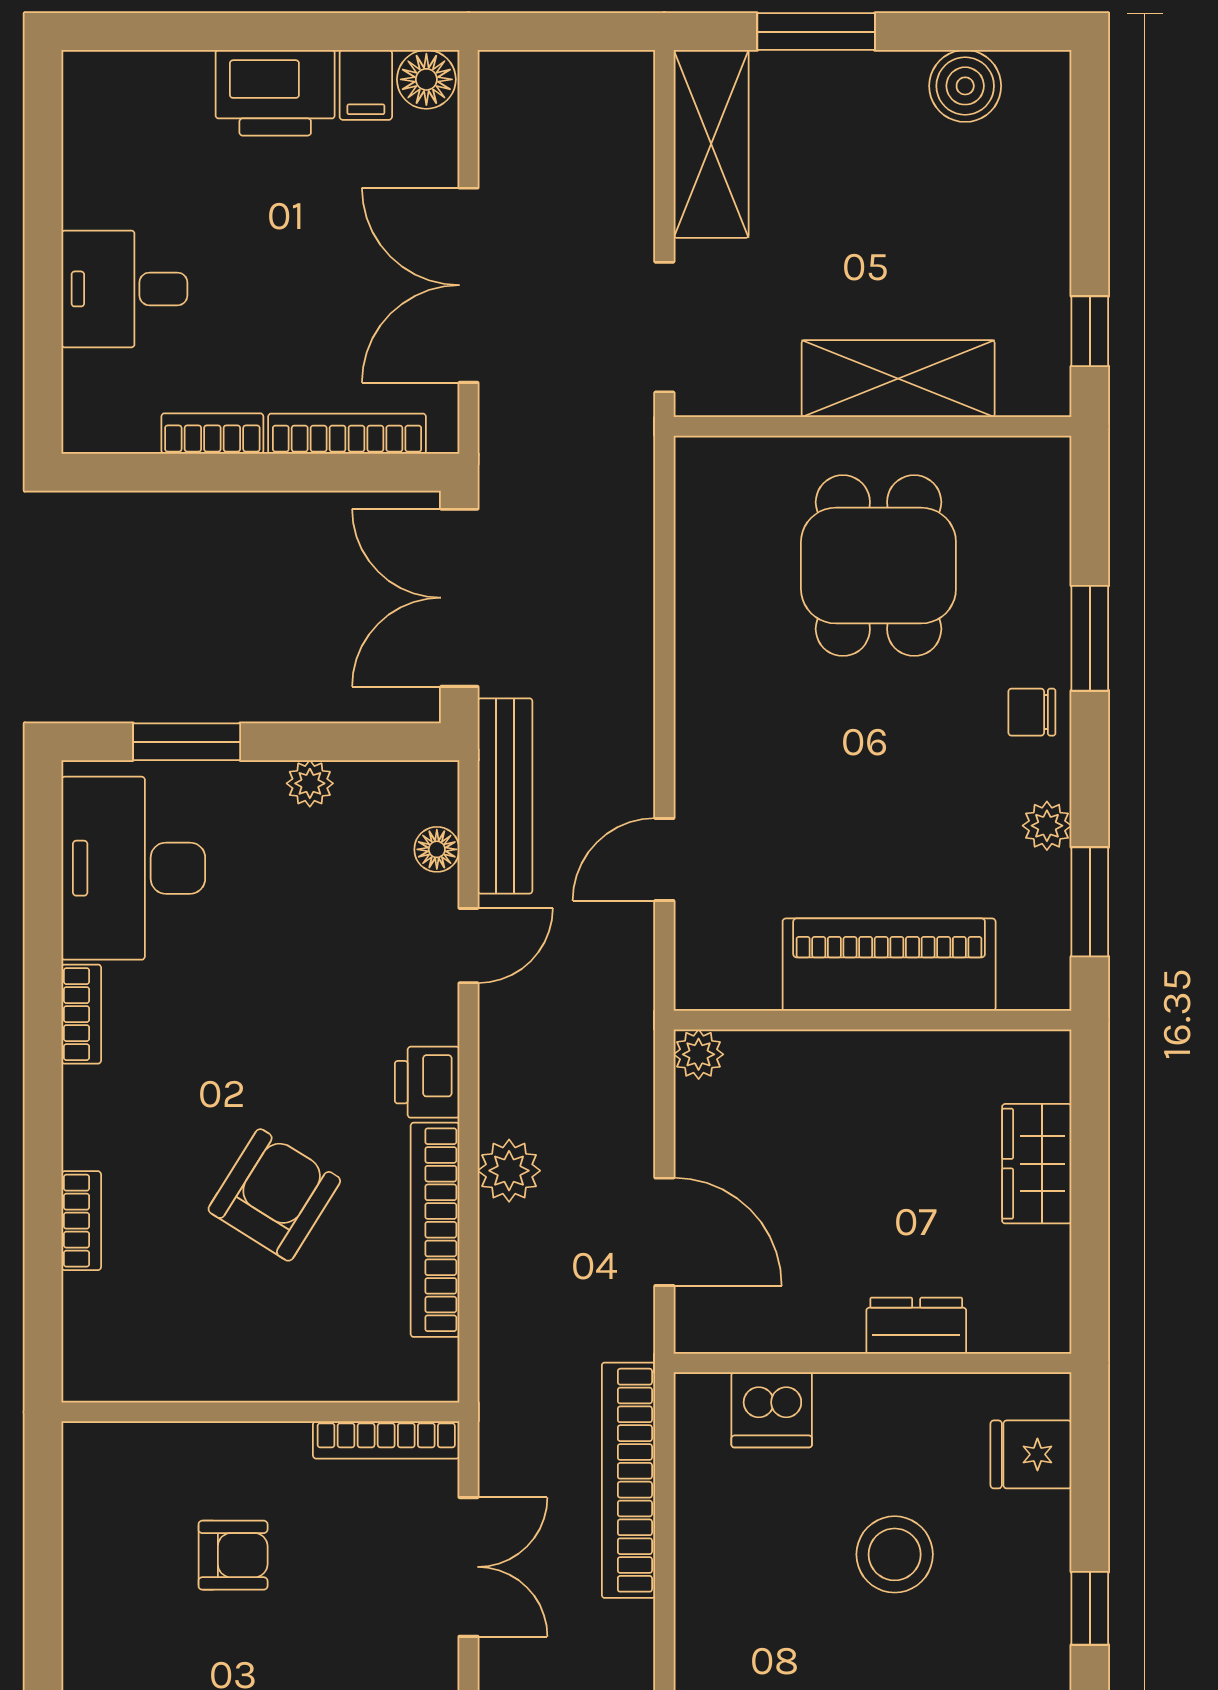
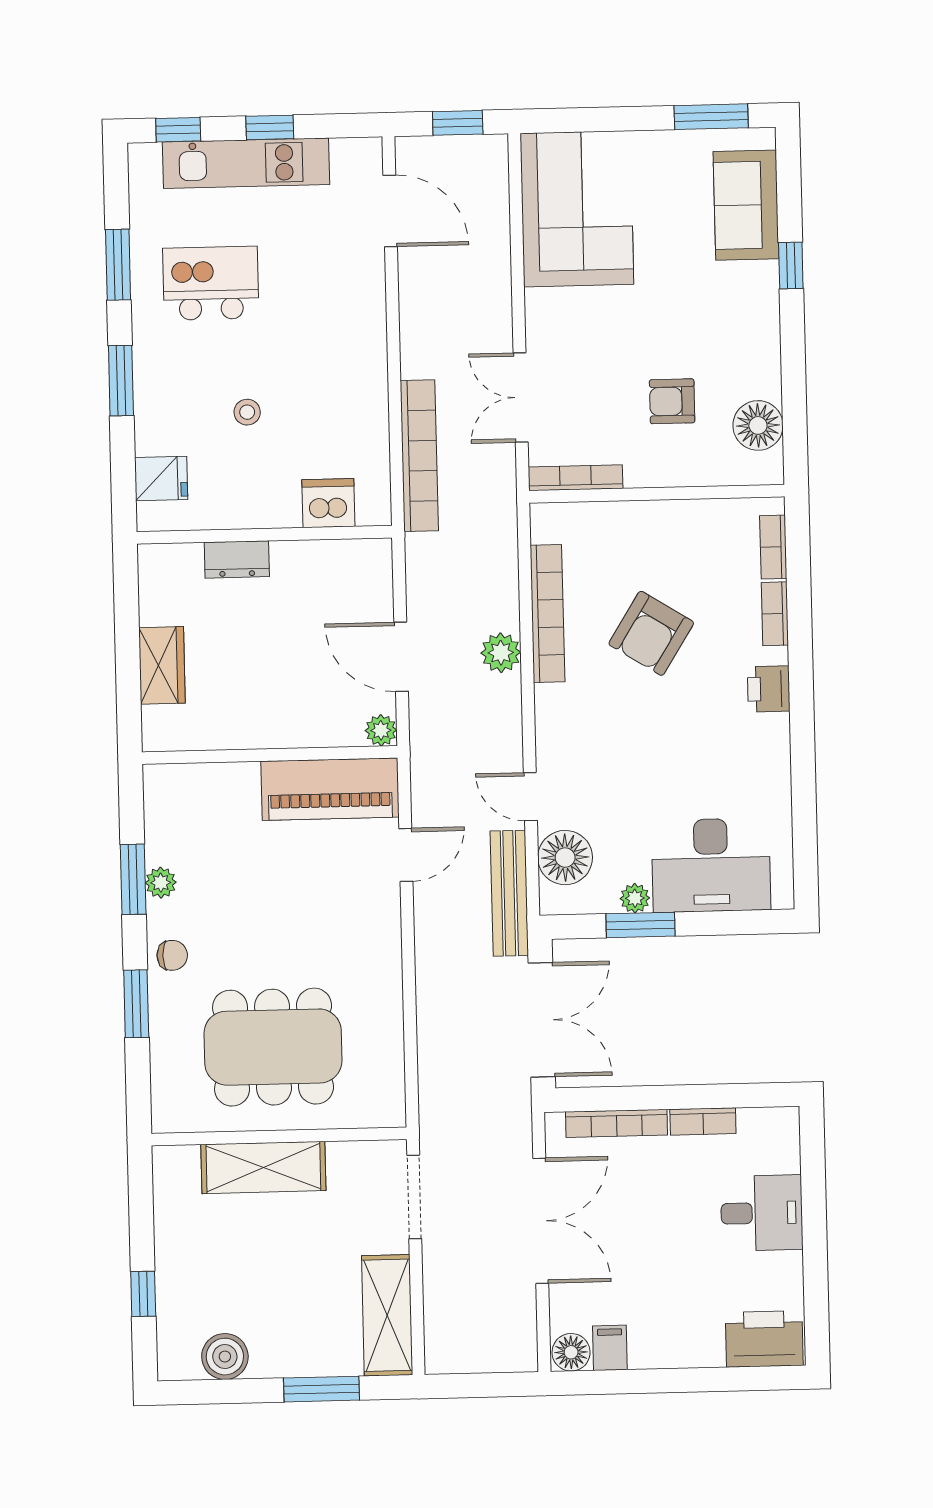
printer: (275, 93) -> (764, 1339), moved
window: (1090, 331) -> (143, 1294), moved
dining table: (878, 566) -> (273, 1047), width x1.38
window: (187, 742) -> (641, 925), moved
floor lamp: (437, 849) -> (565, 858), width x1.89, depth x1.89
desk: (133, 868) -> (711, 865), moved, turned 90
window: (1090, 902) -> (133, 879), moved
door: (469, 946) -> (530, 797), hinge flipped
piano: (889, 965) -> (330, 789), moved
bookcase: (81, 1014) -> (773, 547), moved
printer: (427, 1082) -> (769, 689), moved, turned 180
door: (664, 1232) -> (401, 657), moved
floor lamp: (100, 1514) -> (758, 425), added
stool: (895, 1554) -> (247, 412), width x0.53, depth x0.53
window: (1090, 1608) -> (121, 381), width x1.50

